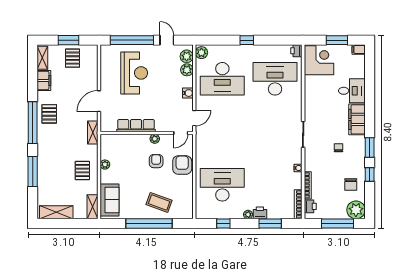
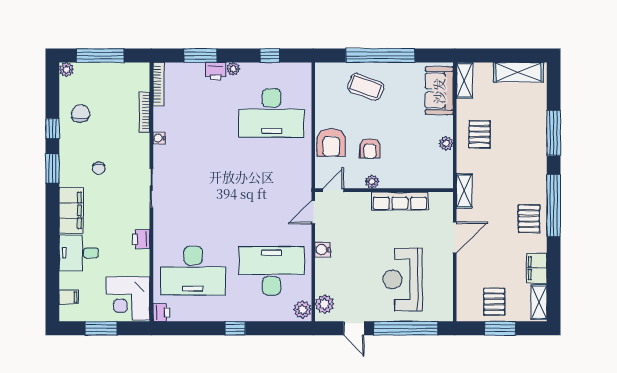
filing cabinet: (359, 50) -> (69, 297), moved
plant: (187, 70) -> (324, 284), removed
printer: (310, 206) -> (141, 239), moved
plant: (356, 210) -> (66, 70), width x0.53, depth x0.53

